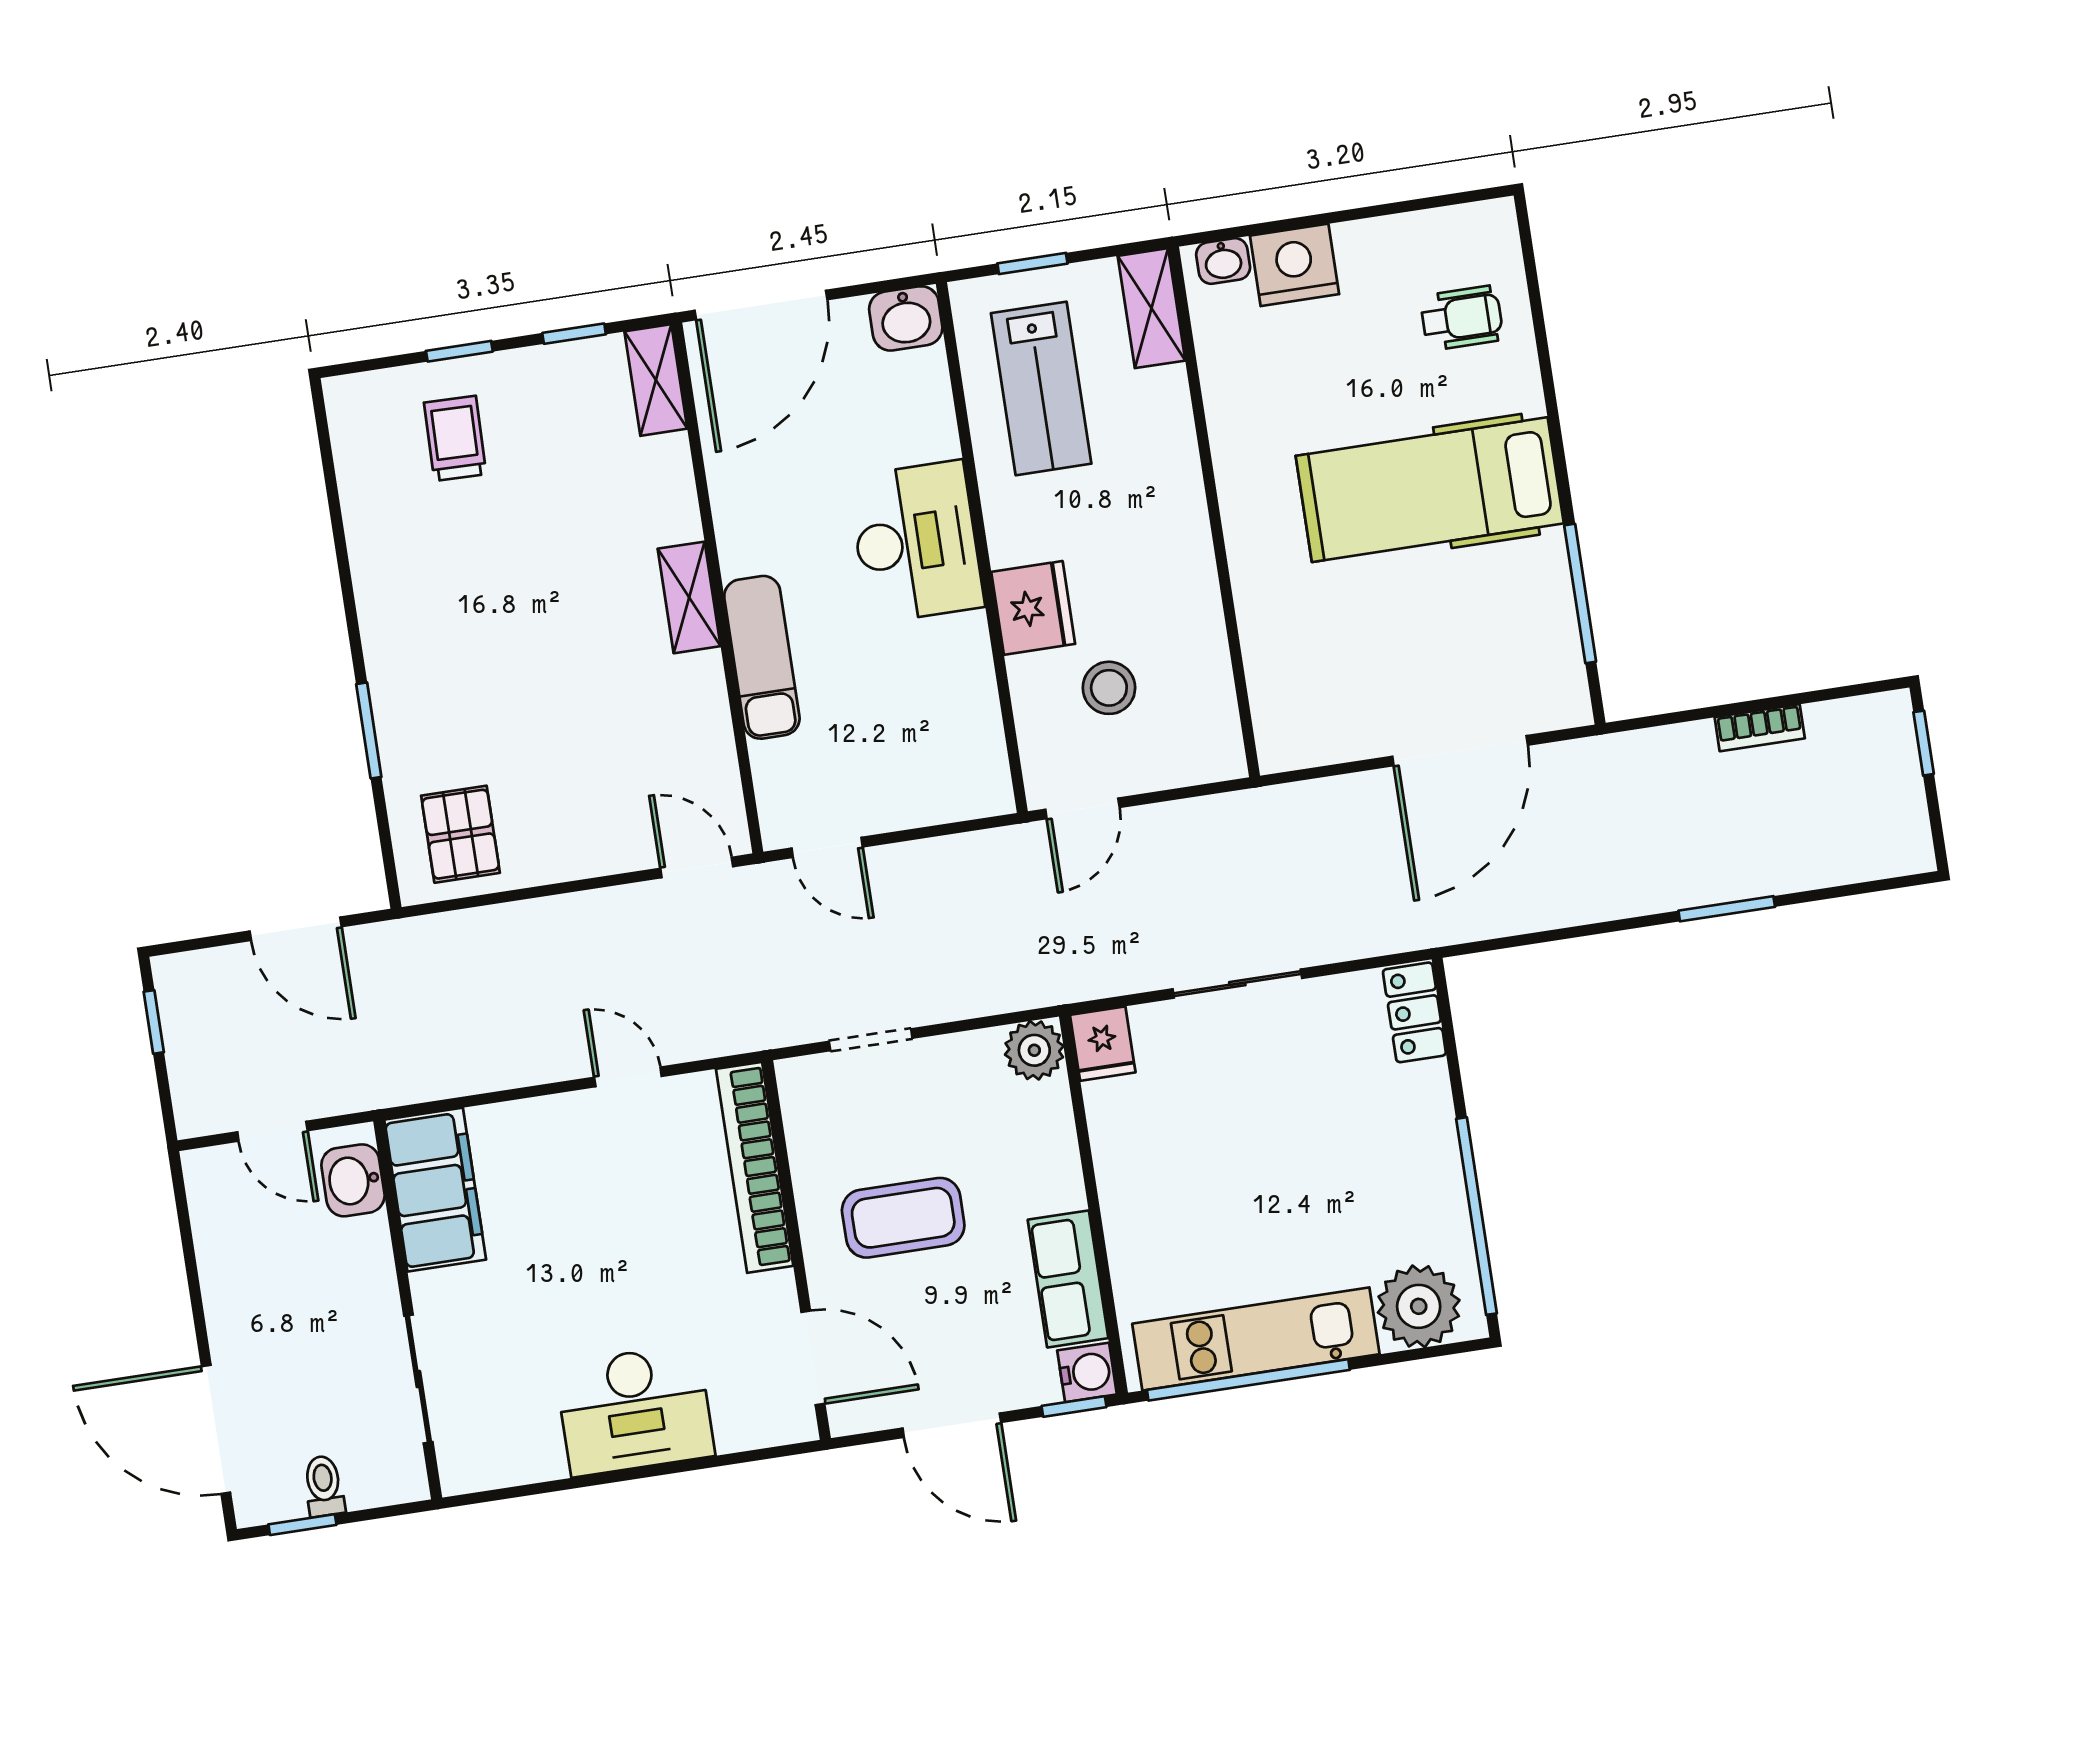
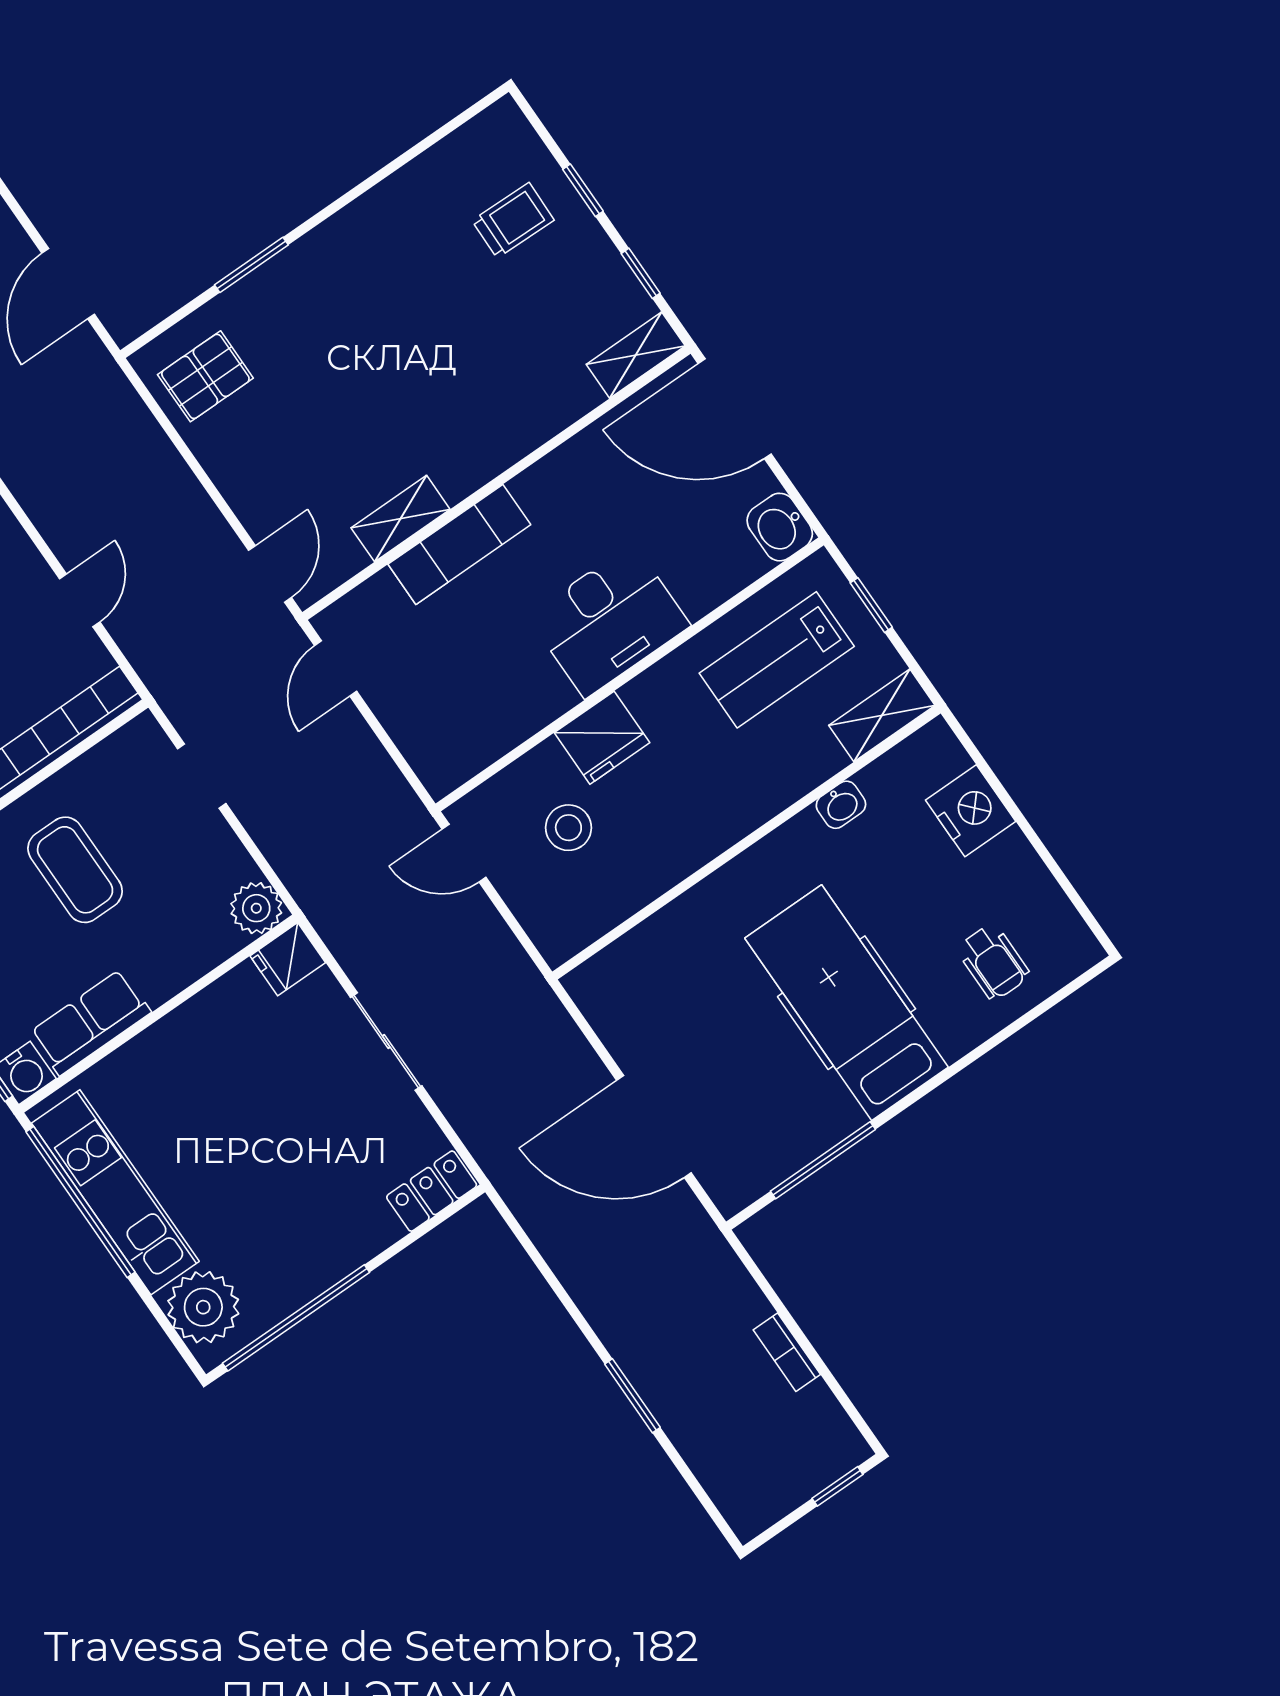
washbasin: (1223, 261) -> (841, 805), moved, turned -90
shelving: (689, 597) -> (401, 519), moved

